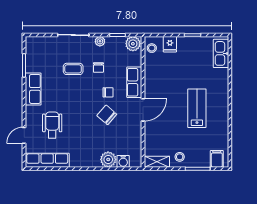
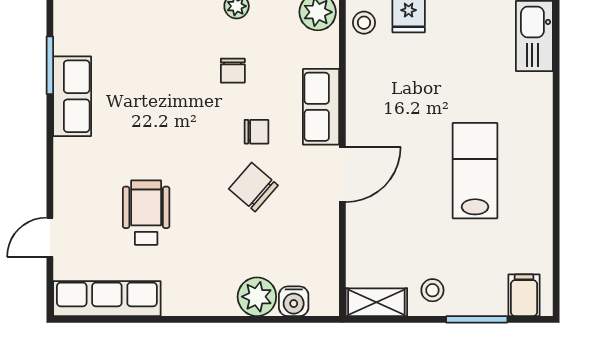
coffee table: (73, 69) -> (171, 74), removed
row of seats: (33, 89) -> (72, 96), moved
wheelchair: (52, 125) -> (146, 213), moved

